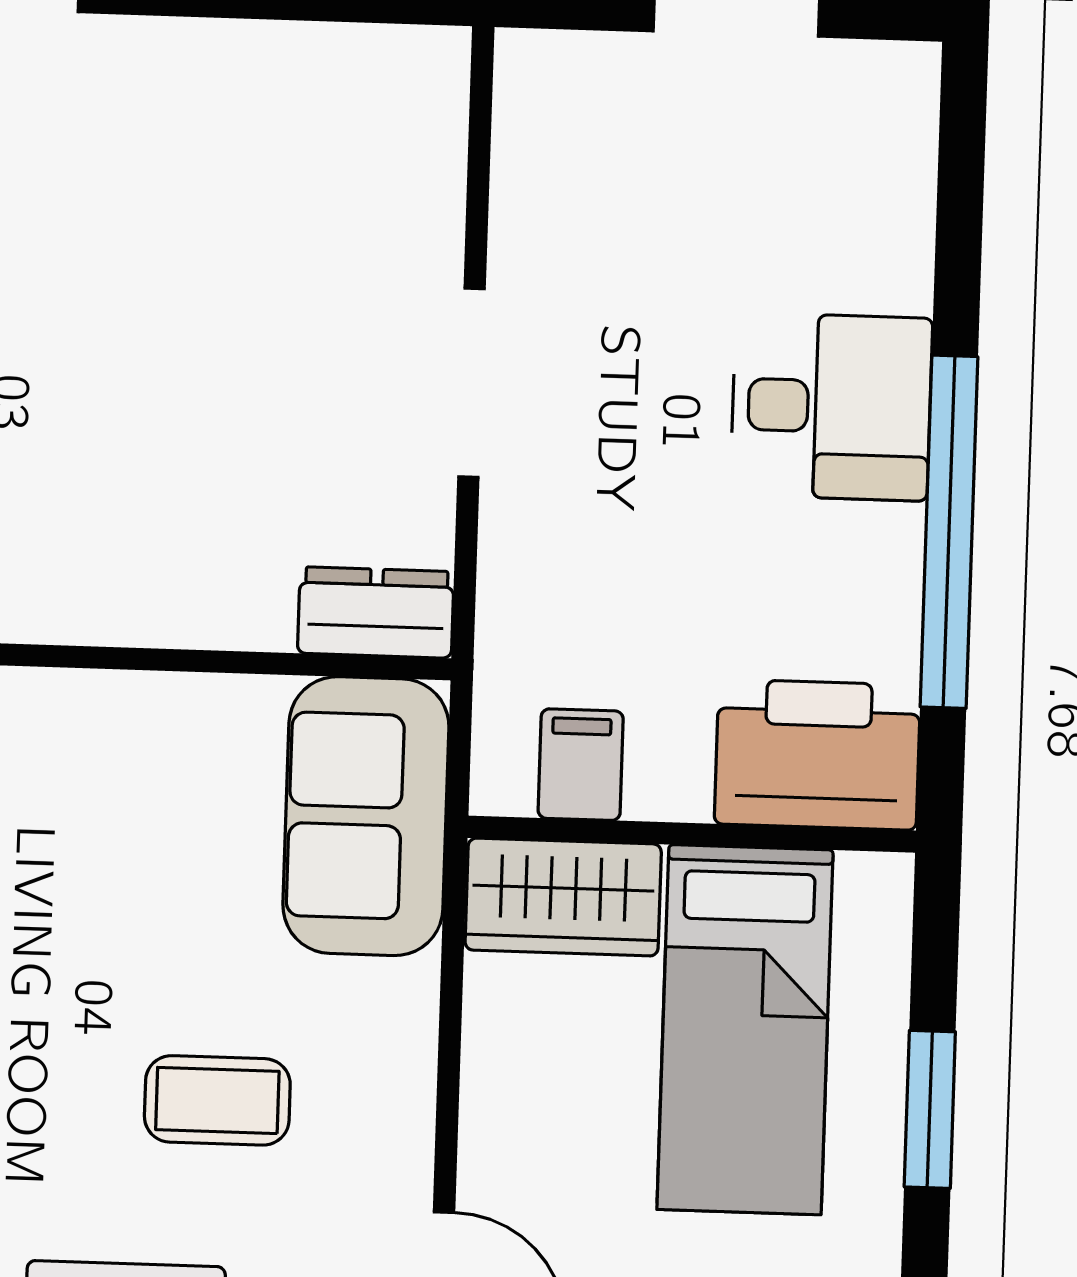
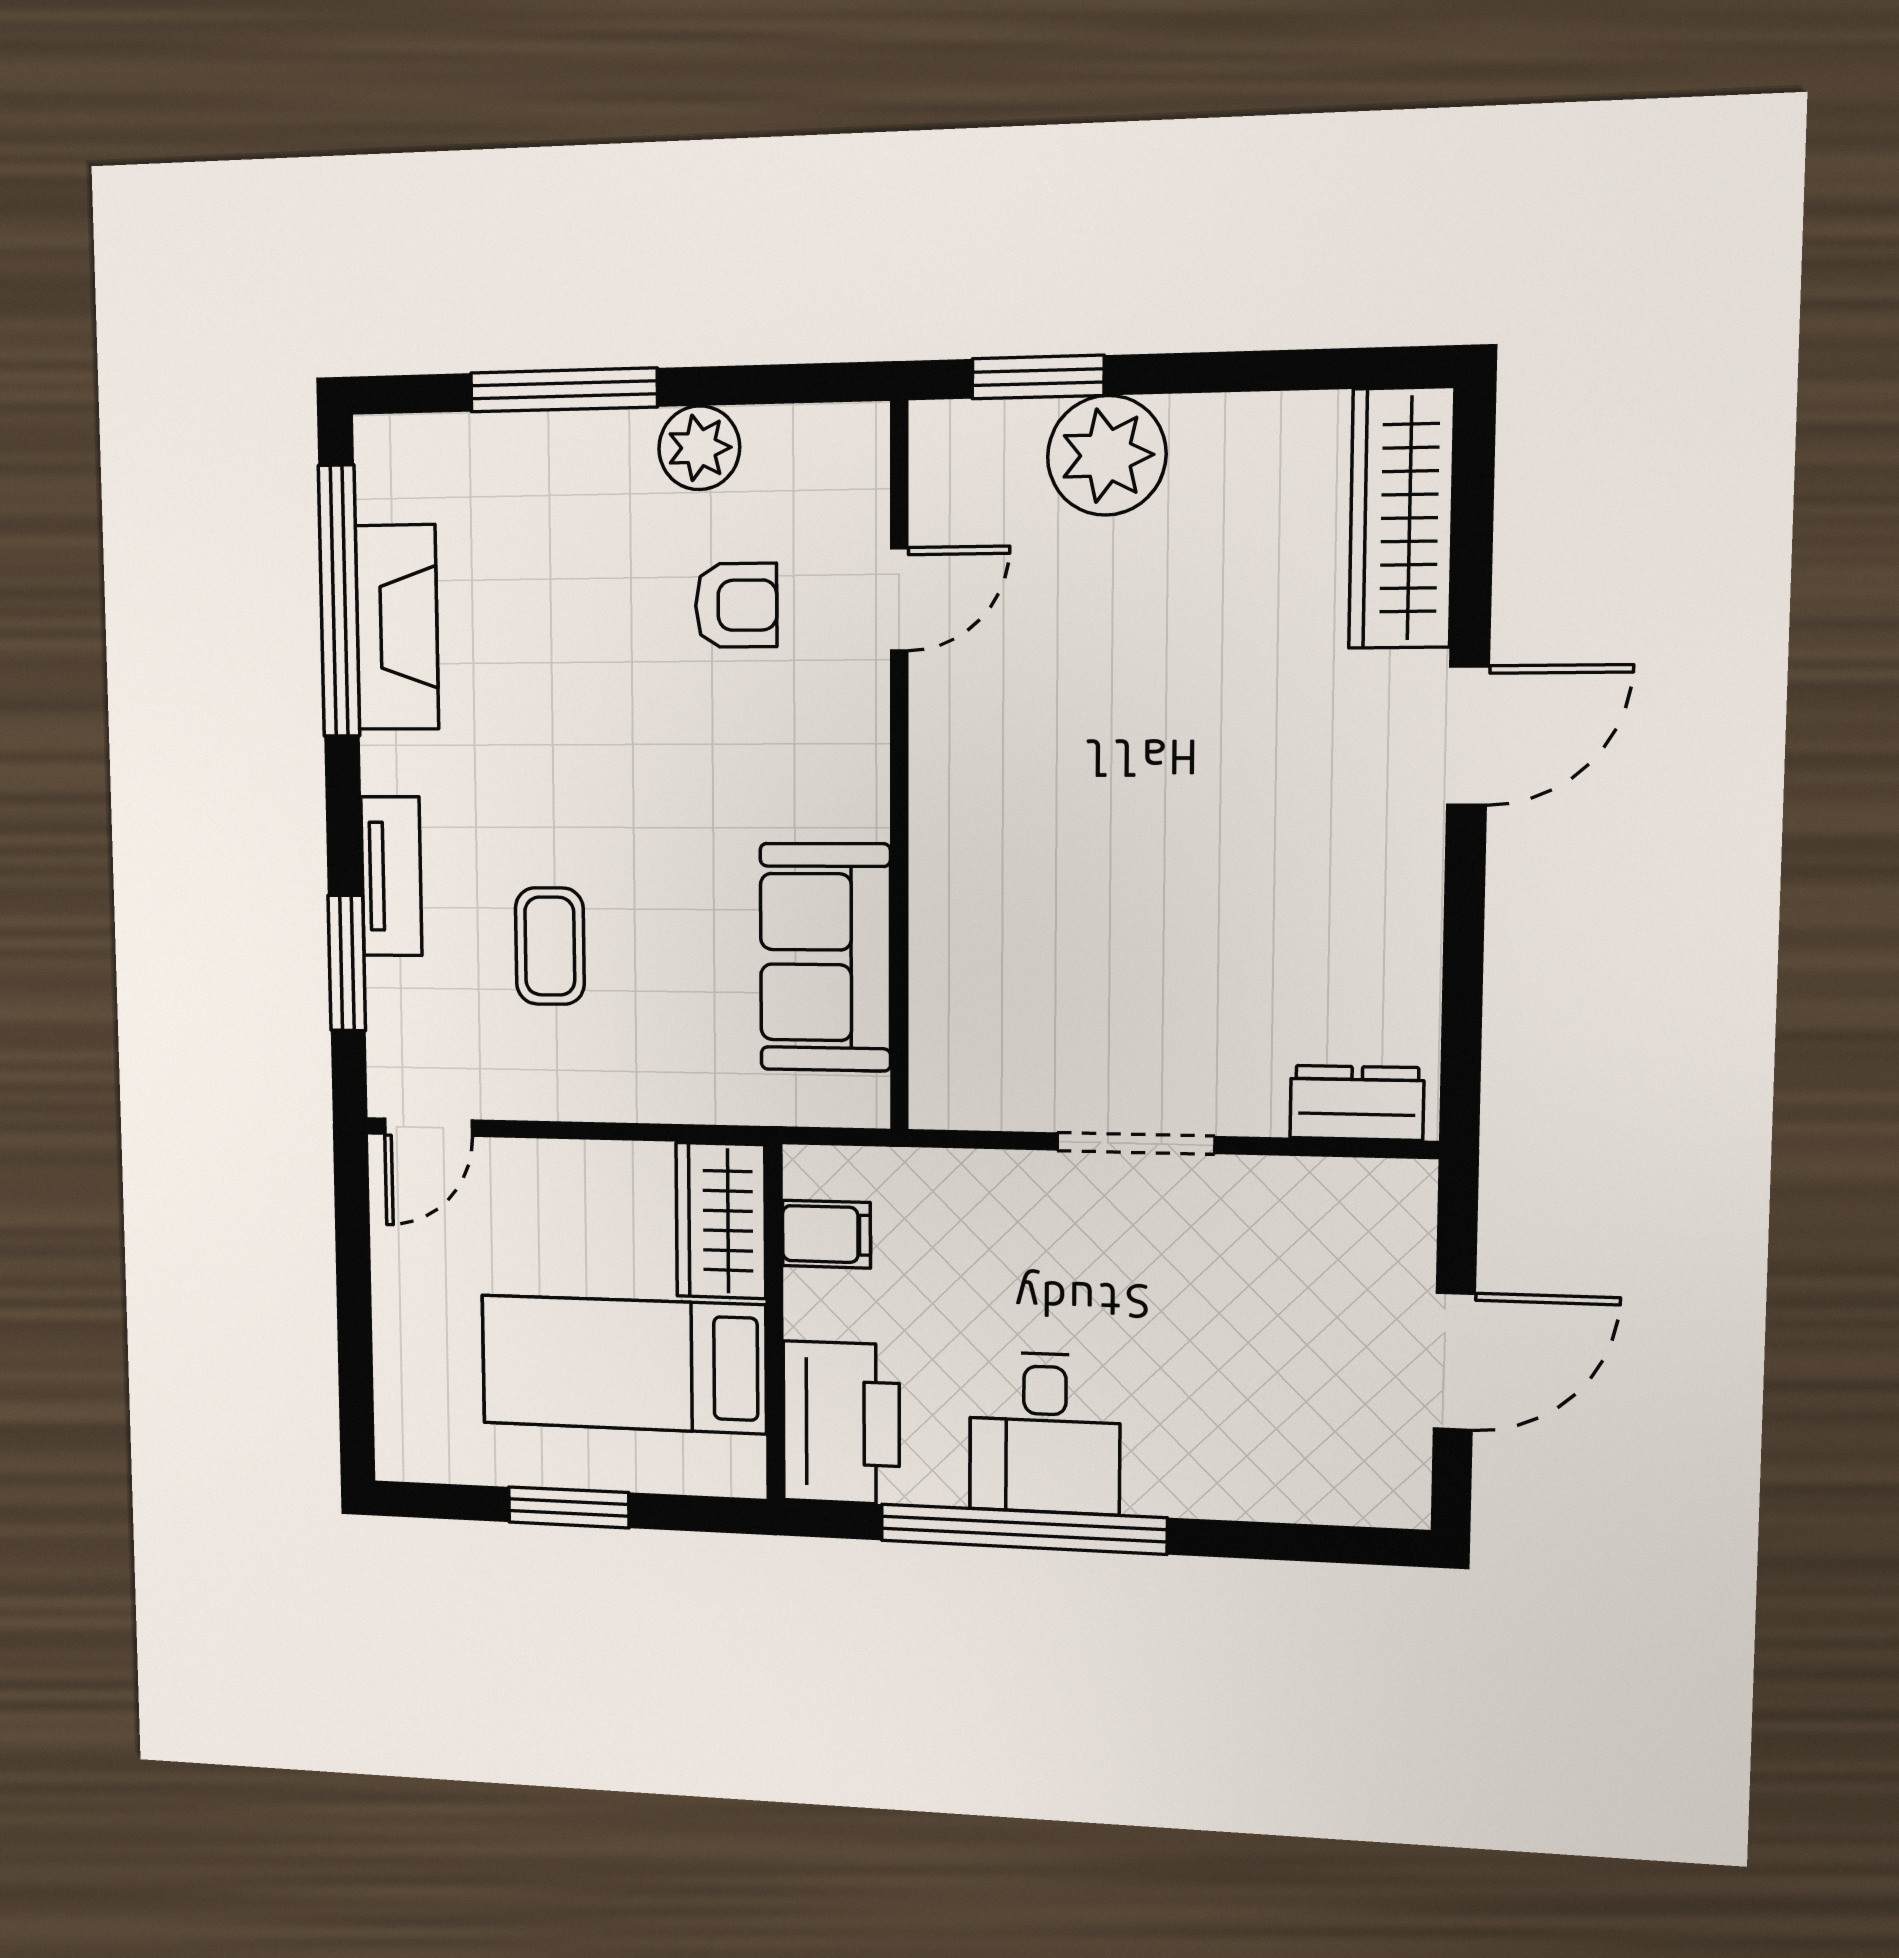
desk: (831, 407) -> (1045, 1433), moved
dresser: (376, 612) -> (1357, 1103), moved, turned -90
sofa: (366, 816) -> (825, 957), moved, turned -90

